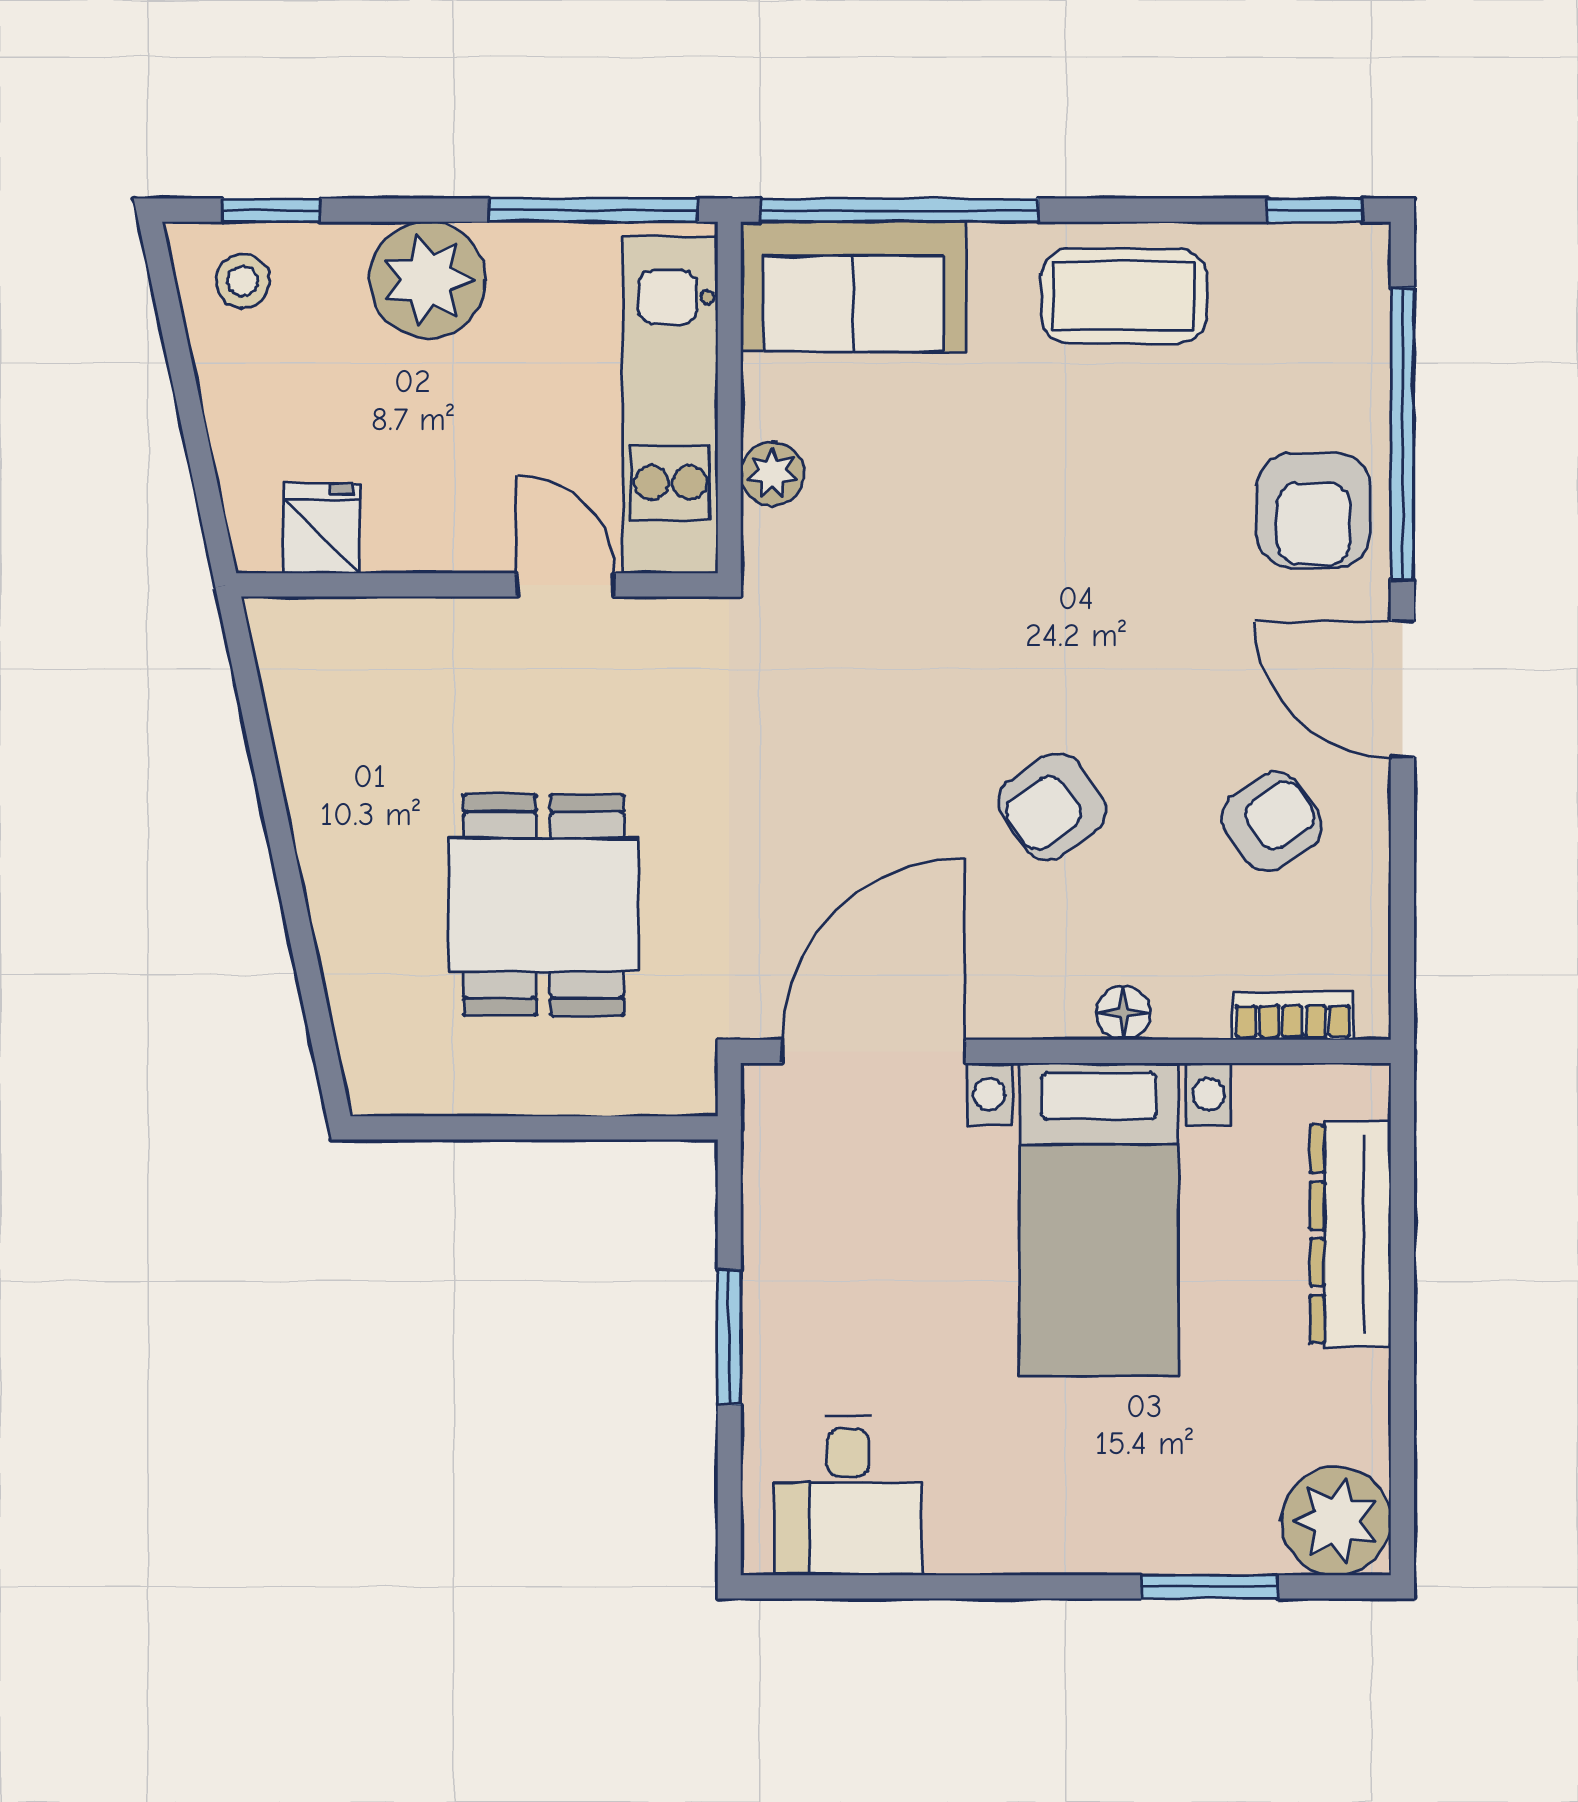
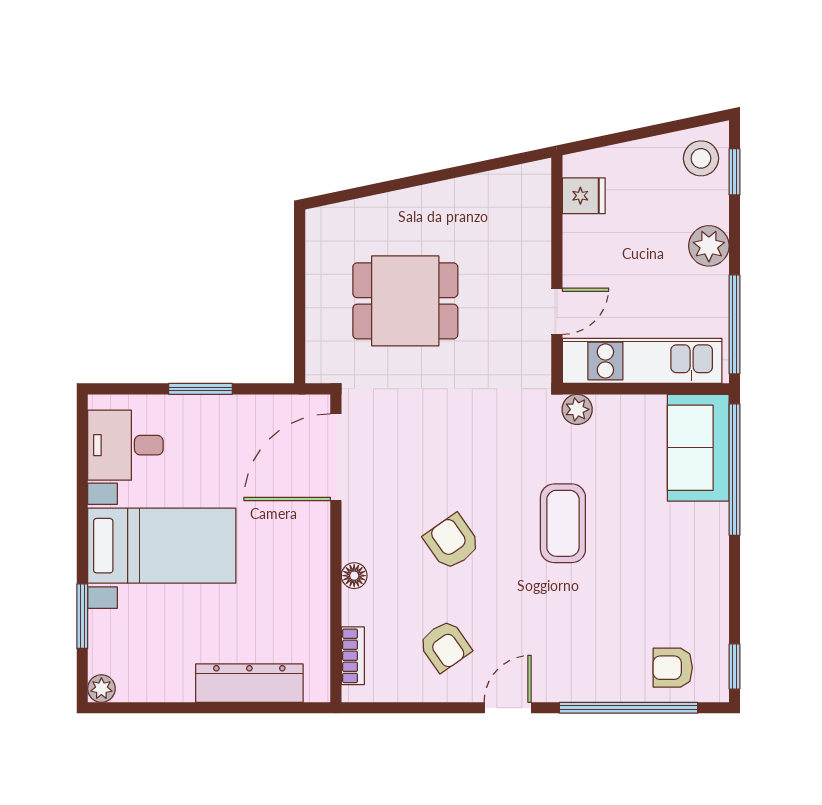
plant: (428, 280) -> (709, 246), width x0.73, depth x0.73
stool: (243, 281) -> (701, 158), width x1.37, depth x1.37
coffee table: (1124, 296) -> (563, 523), moved
plant: (773, 474) -> (577, 409), moved
armchair: (1313, 510) -> (673, 668), moved, width x0.72, depth x0.72
door: (1402, 689) -> (508, 708), width x0.73
door: (873, 1051) -> (336, 457), swing flipped
bed with nightstands: (1099, 1219) -> (162, 546), moved, turned 180
plant: (1336, 1521) -> (101, 689), width x0.53, depth x0.53

